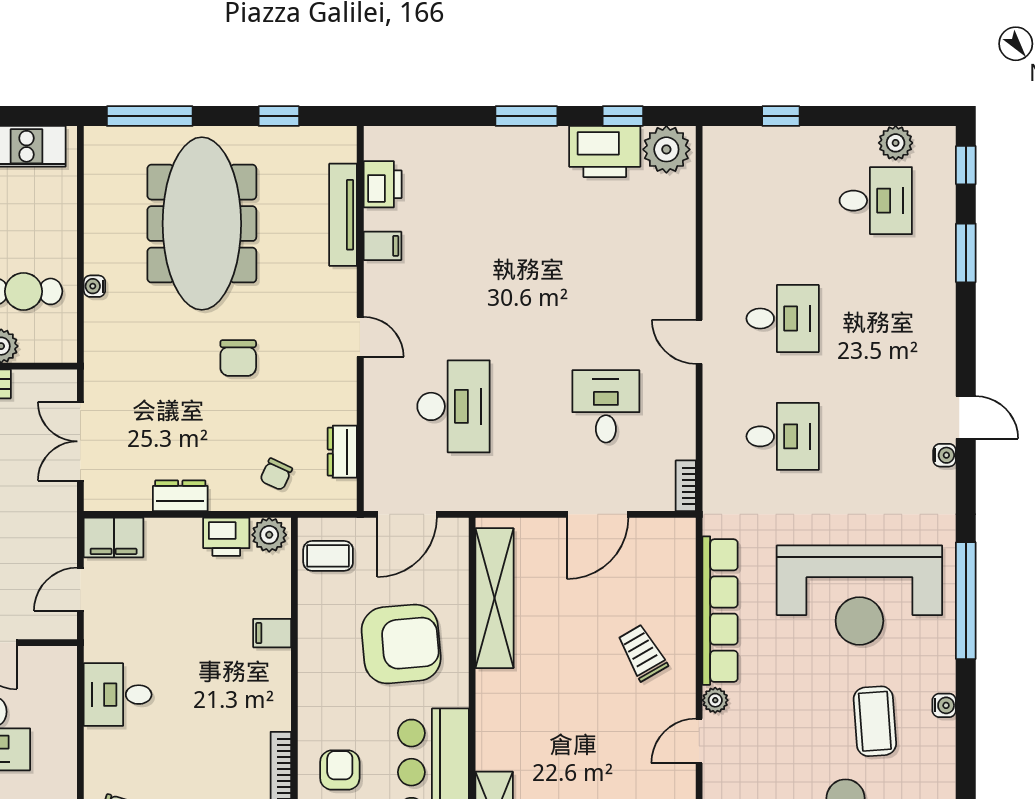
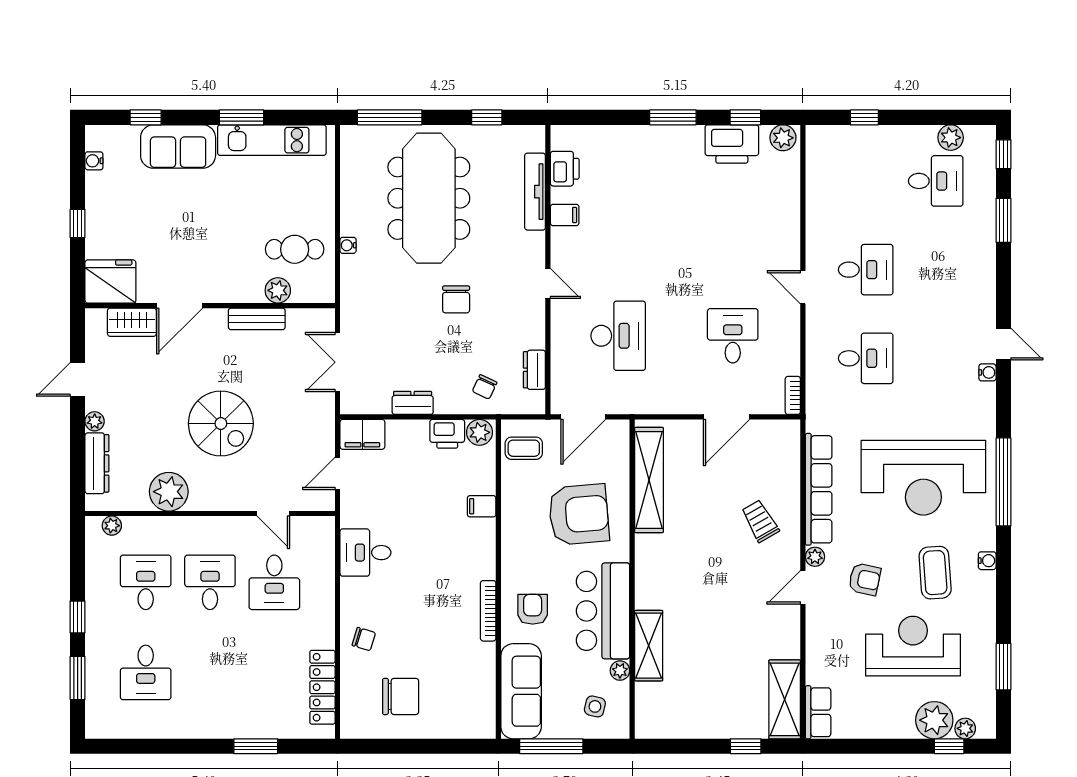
plant: (666, 149) -> (783, 138), width x0.73, depth x0.73
armchair: (781, 730) -> (865, 579), added

